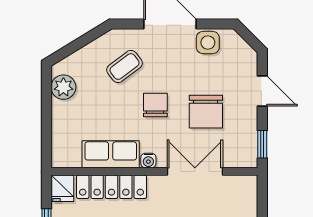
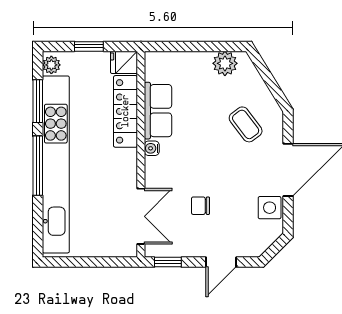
chair: (155, 105) -> (207, 155), removed
chair: (206, 112) -> (200, 206), width x0.54, depth x0.54
double door: (195, 171) -> (141, 216), moved

